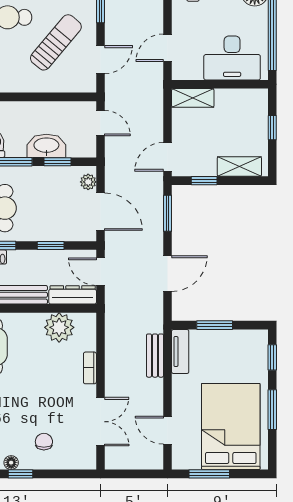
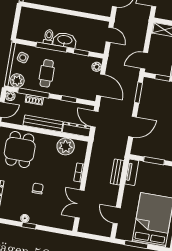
washbasin: (46, 146) -> (65, 40), moved
double door: (100, 422) -> (80, 204), swing flipped
chair: (44, 442) -> (38, 188), moved

